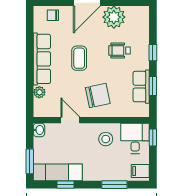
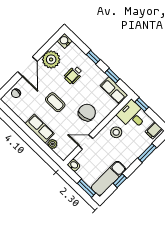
water cooler: (142, 13) -> (65, 41), added
row of seats: (42, 59) -> (40, 129), width x0.68
row of seats: (141, 87) -> (114, 90), moved

